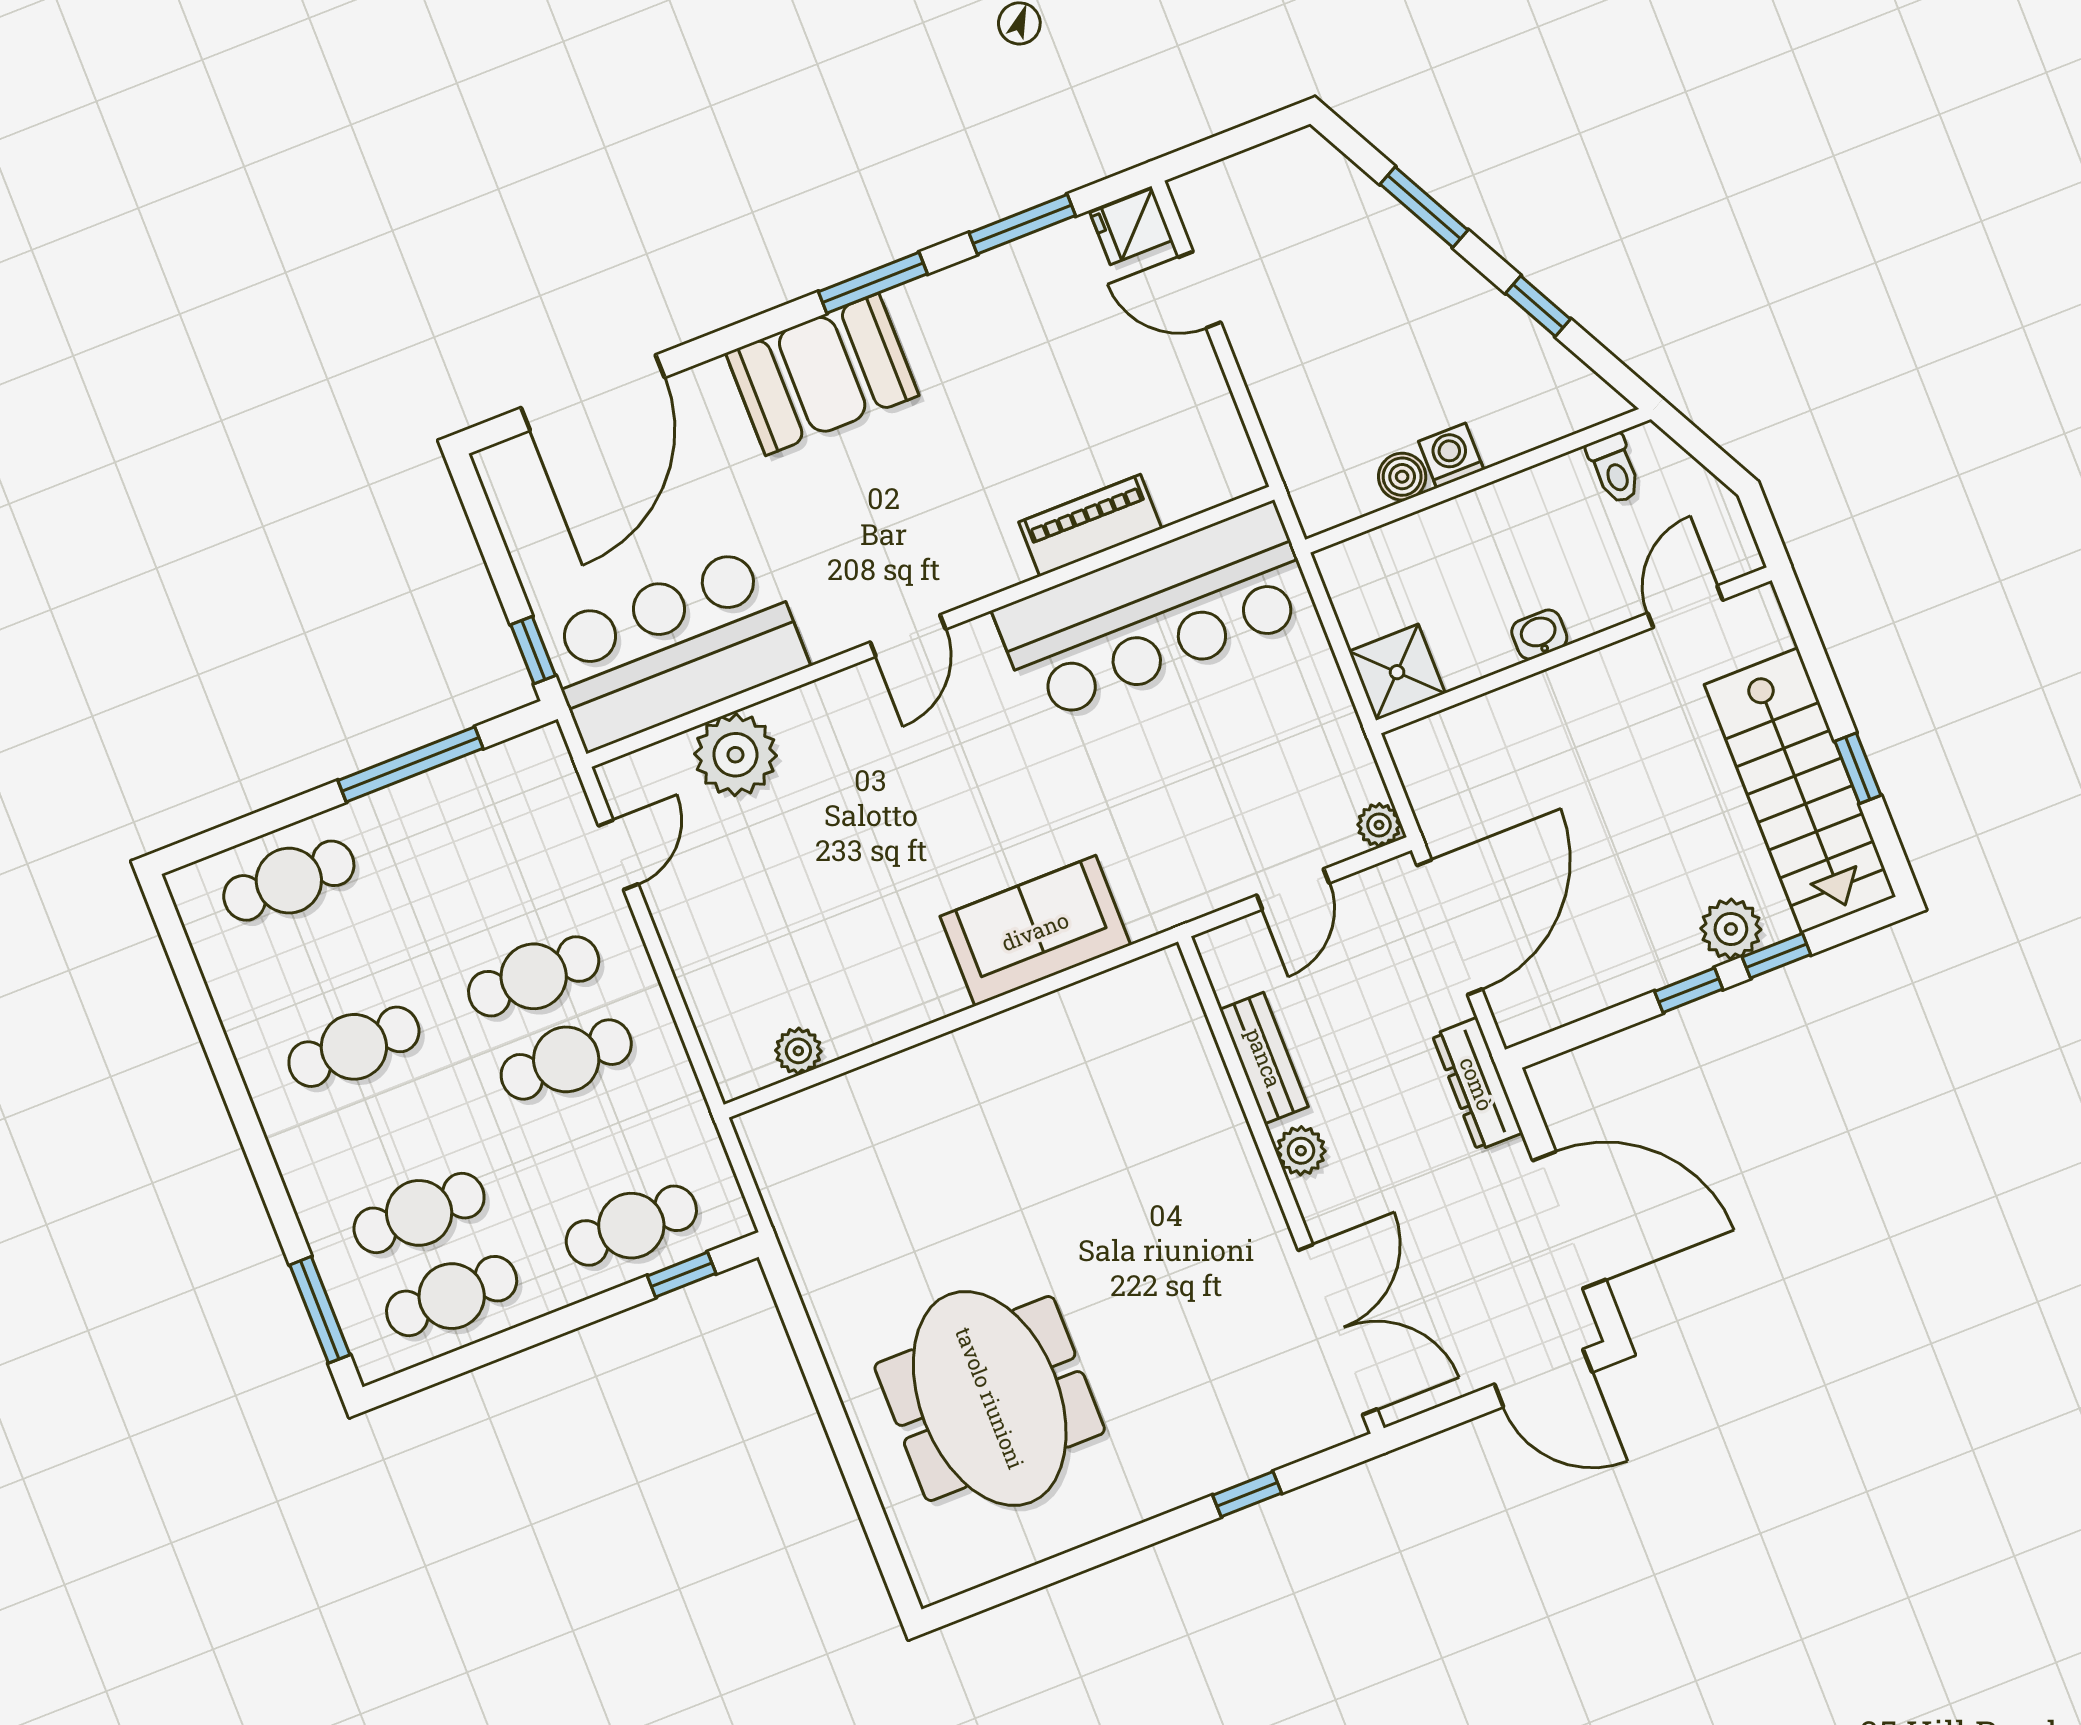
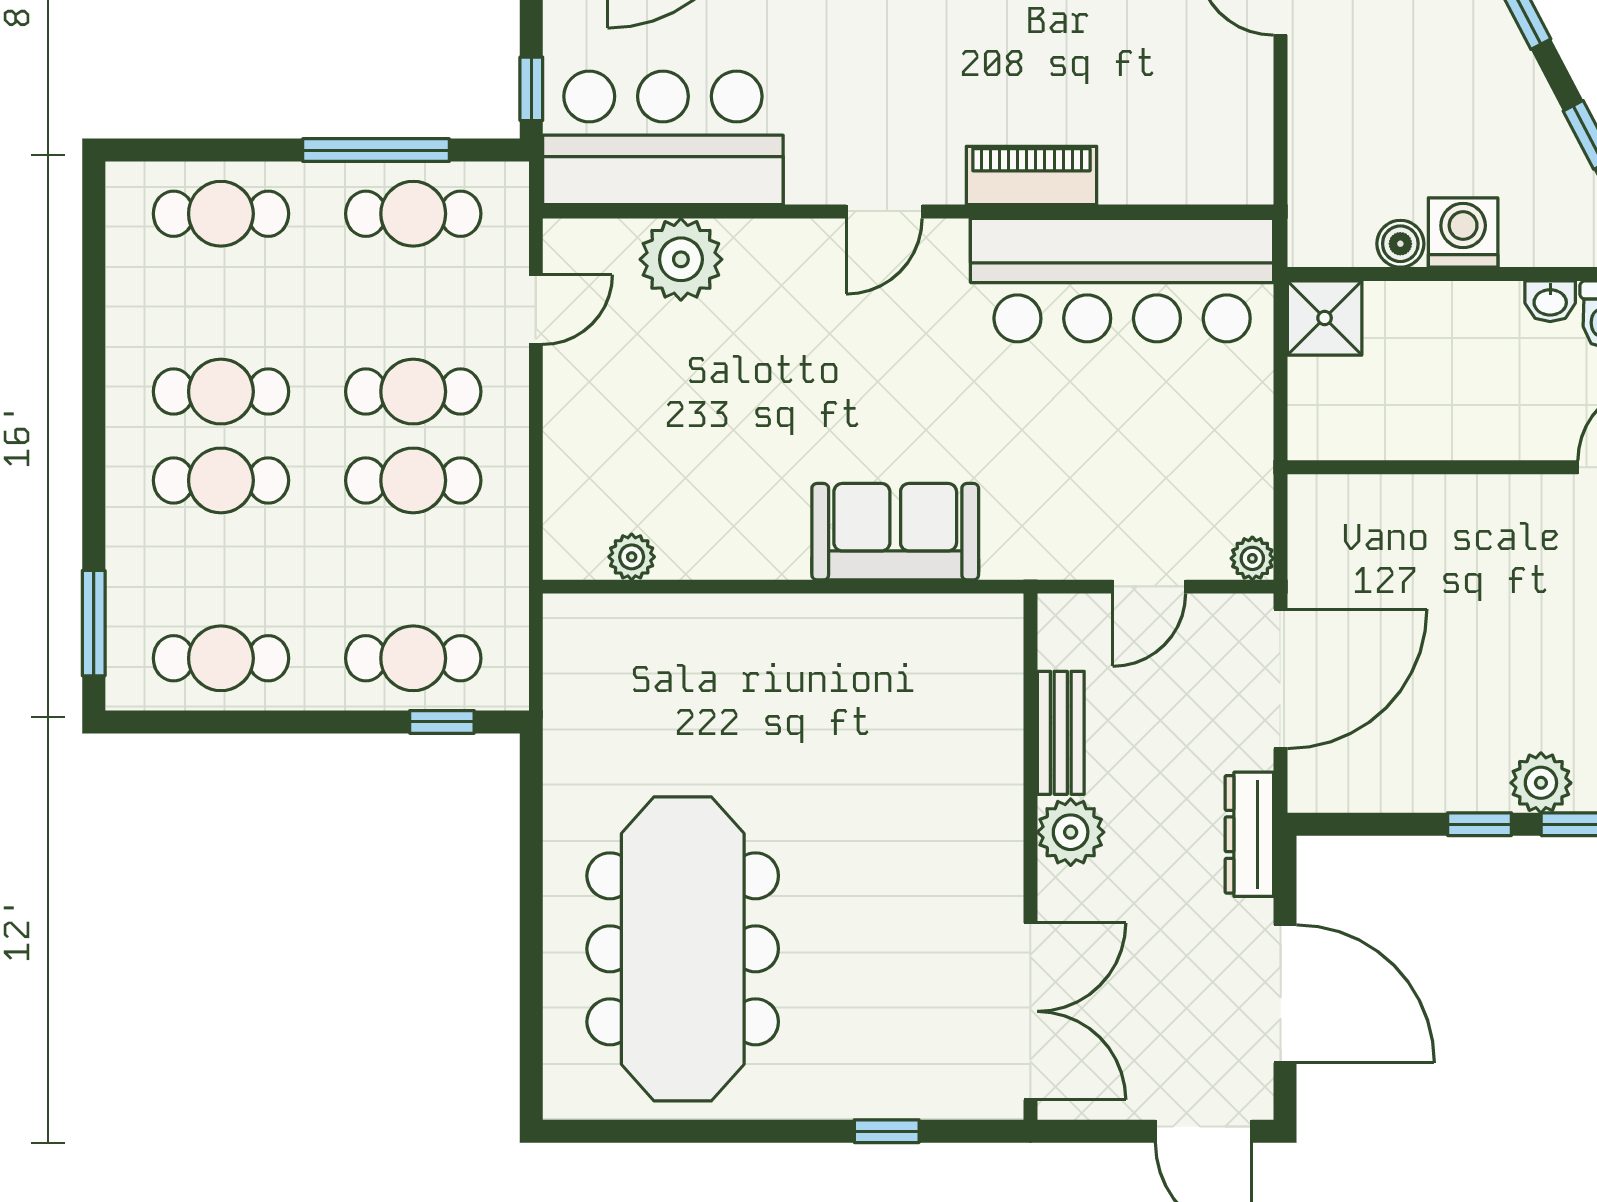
washing machine: (1451, 456) -> (1463, 232), width x1.38, depth x1.38
piano: (1090, 525) -> (1031, 176), moved
washbasin: (1539, 635) -> (1550, 301), moved, turned 180
shower: (1397, 672) -> (1325, 318), moved
cafe table: (469, 810) -> (413, 214), added
plant: (1301, 1151) -> (1071, 832), width x1.38, depth x1.38
cafe table: (419, 1213) -> (221, 480), moved
meeting table: (990, 1398) -> (683, 949), width x1.36

